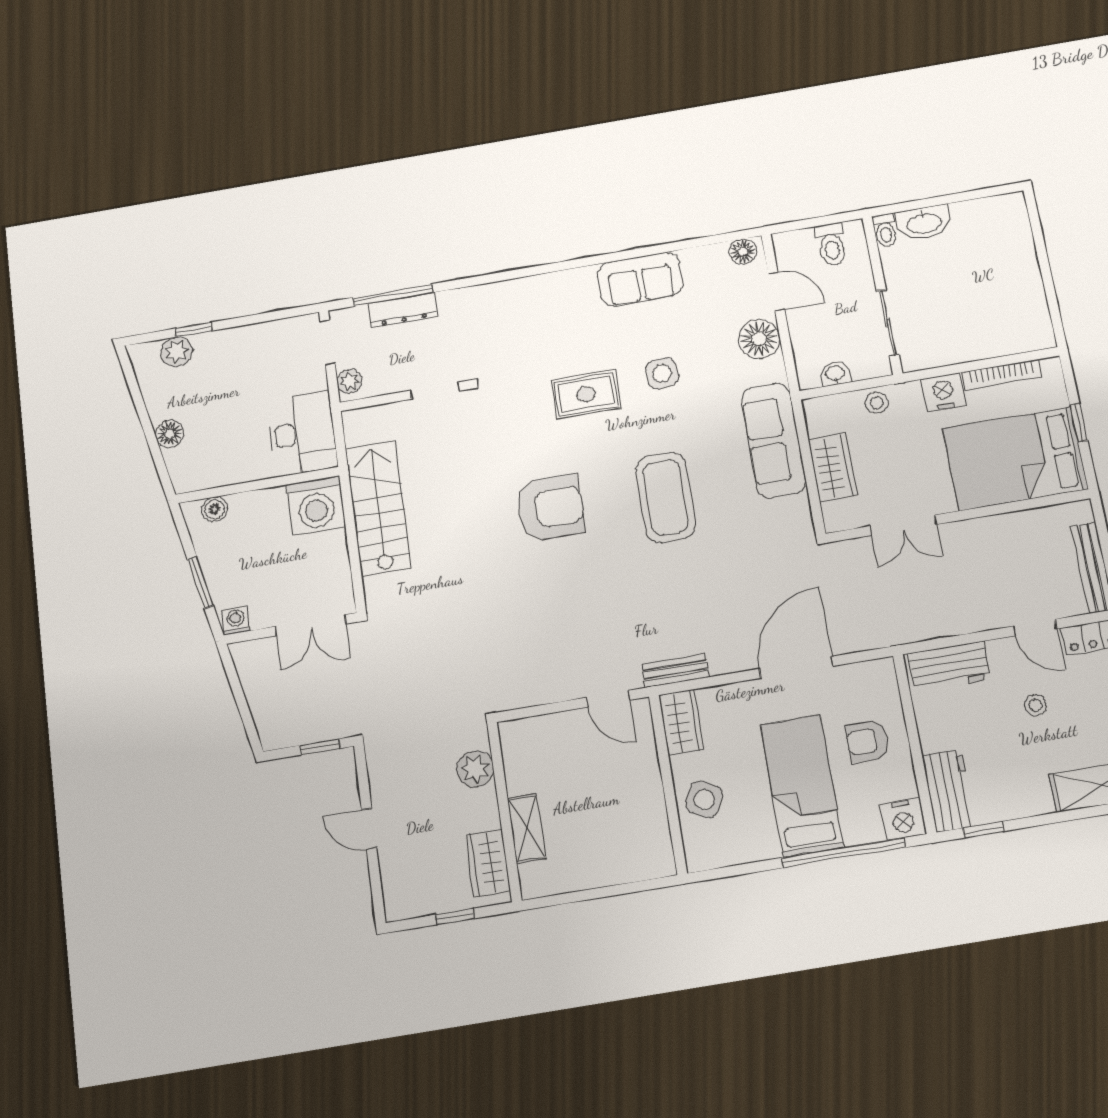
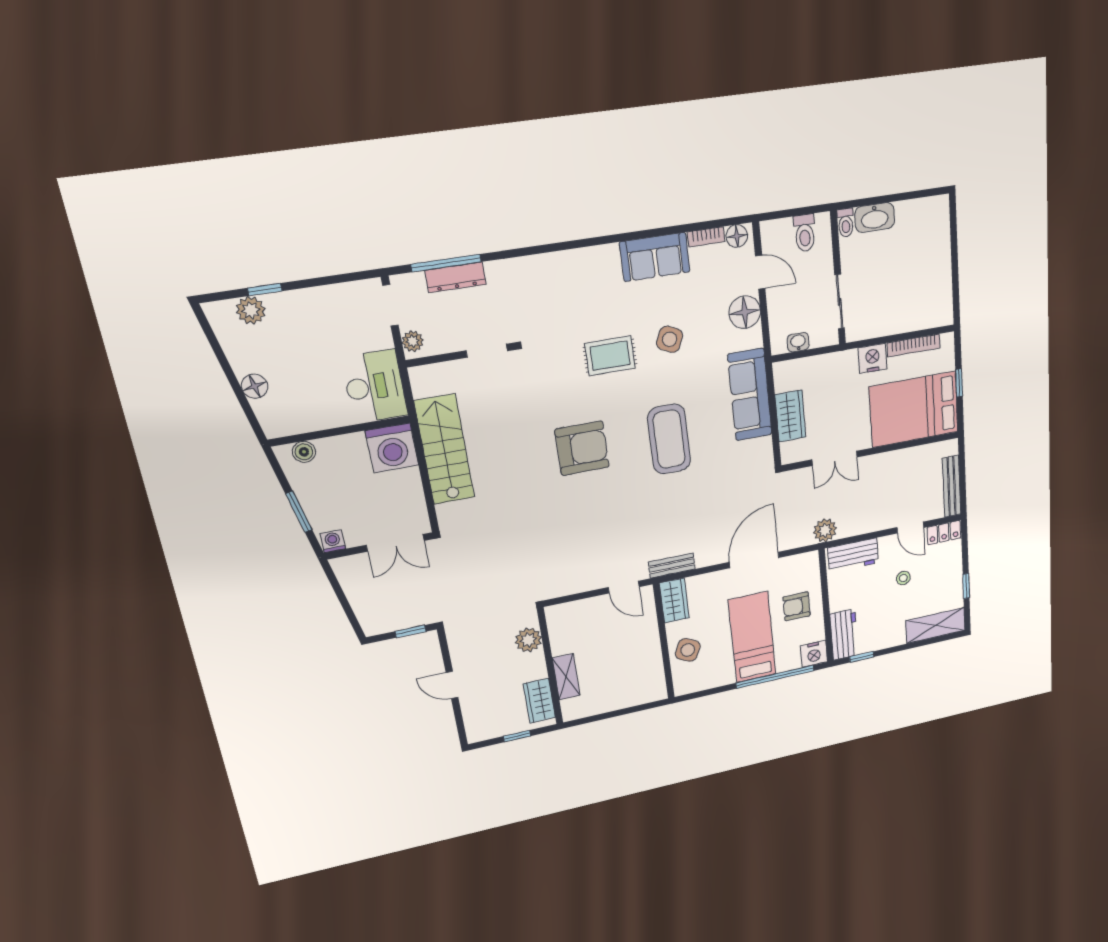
bookcase: (704, 254) -> (706, 237), added
side table: (662, 373) -> (670, 339), turned 30
stool: (877, 403) -> (826, 366), removed
plant: (900, 628) -> (825, 530), added

